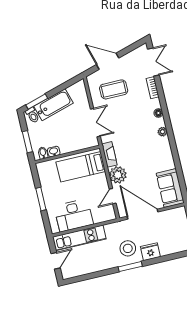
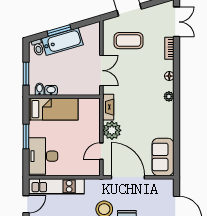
window: (37, 102) -> (59, 30), moved
bed: (81, 167) -> (53, 109), moved, turned 180
desk: (74, 215) -> (43, 156), moved, turned 90

